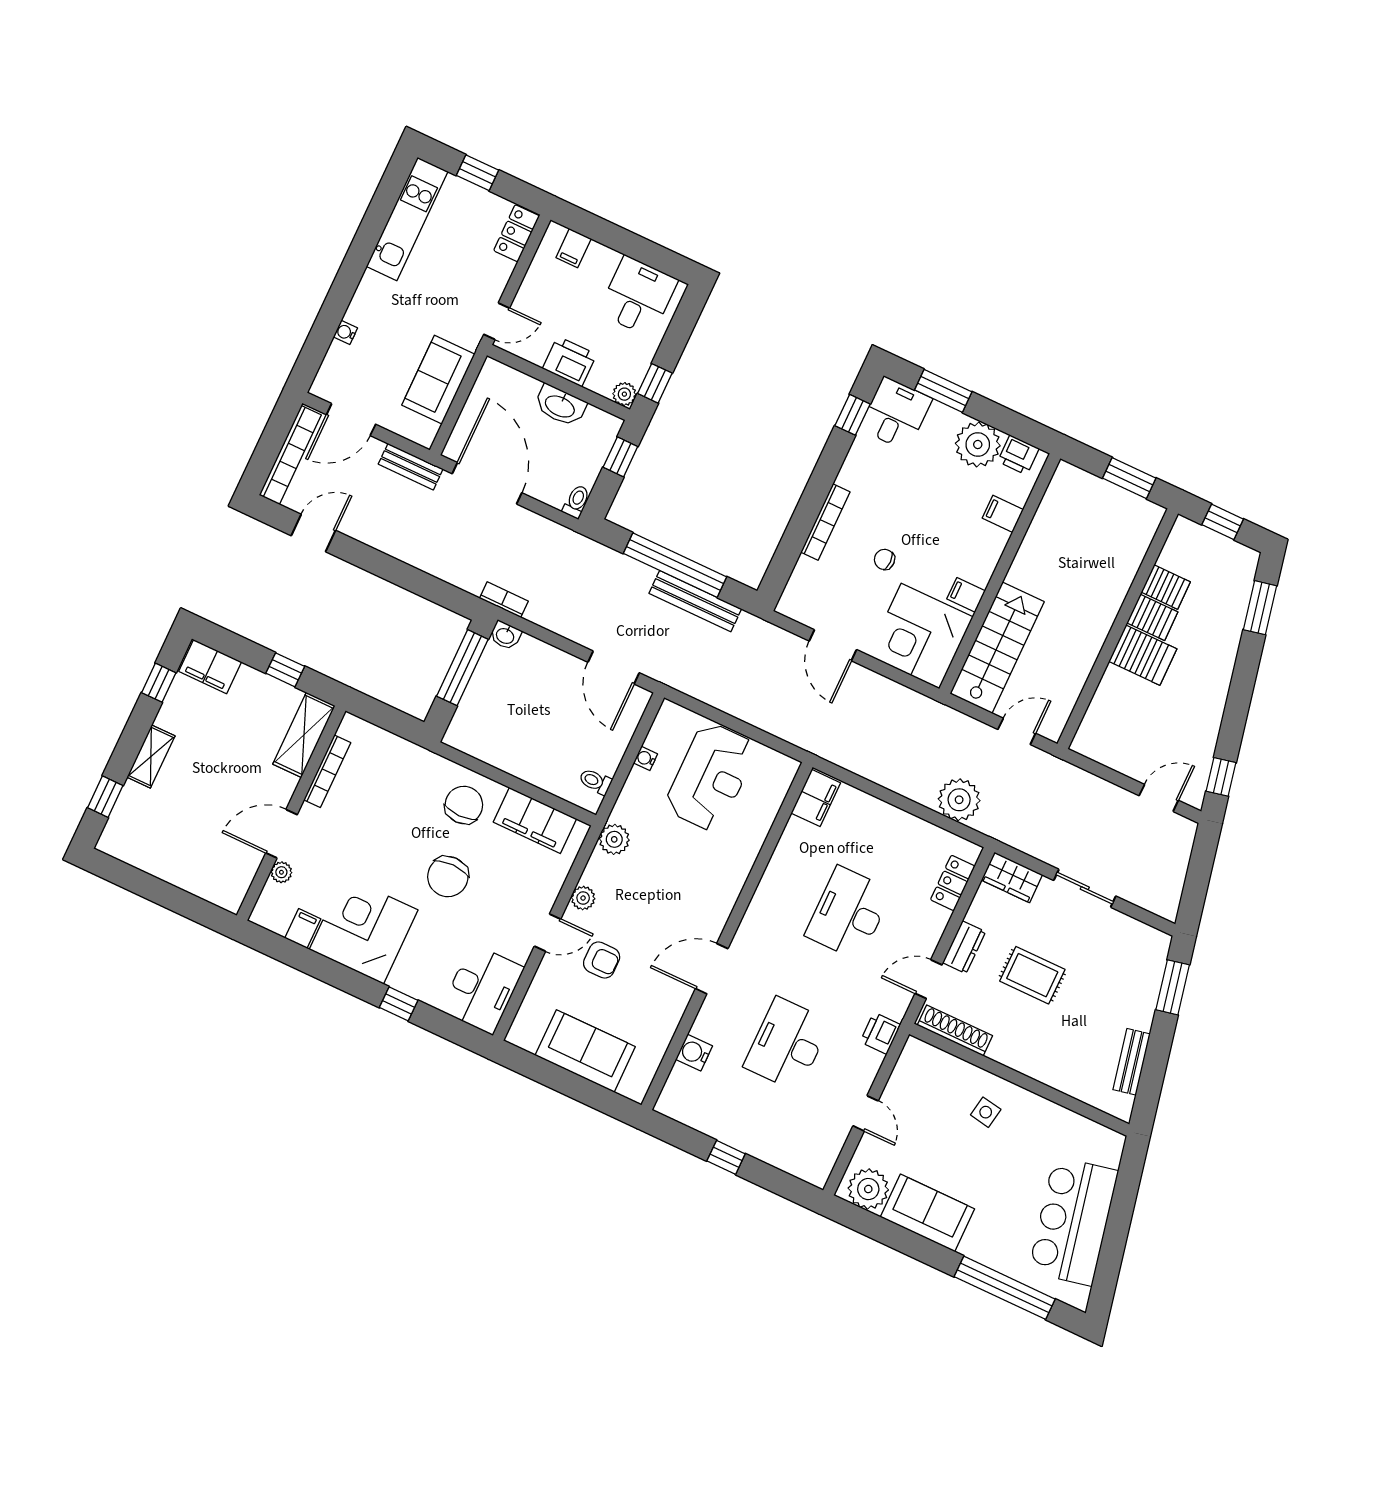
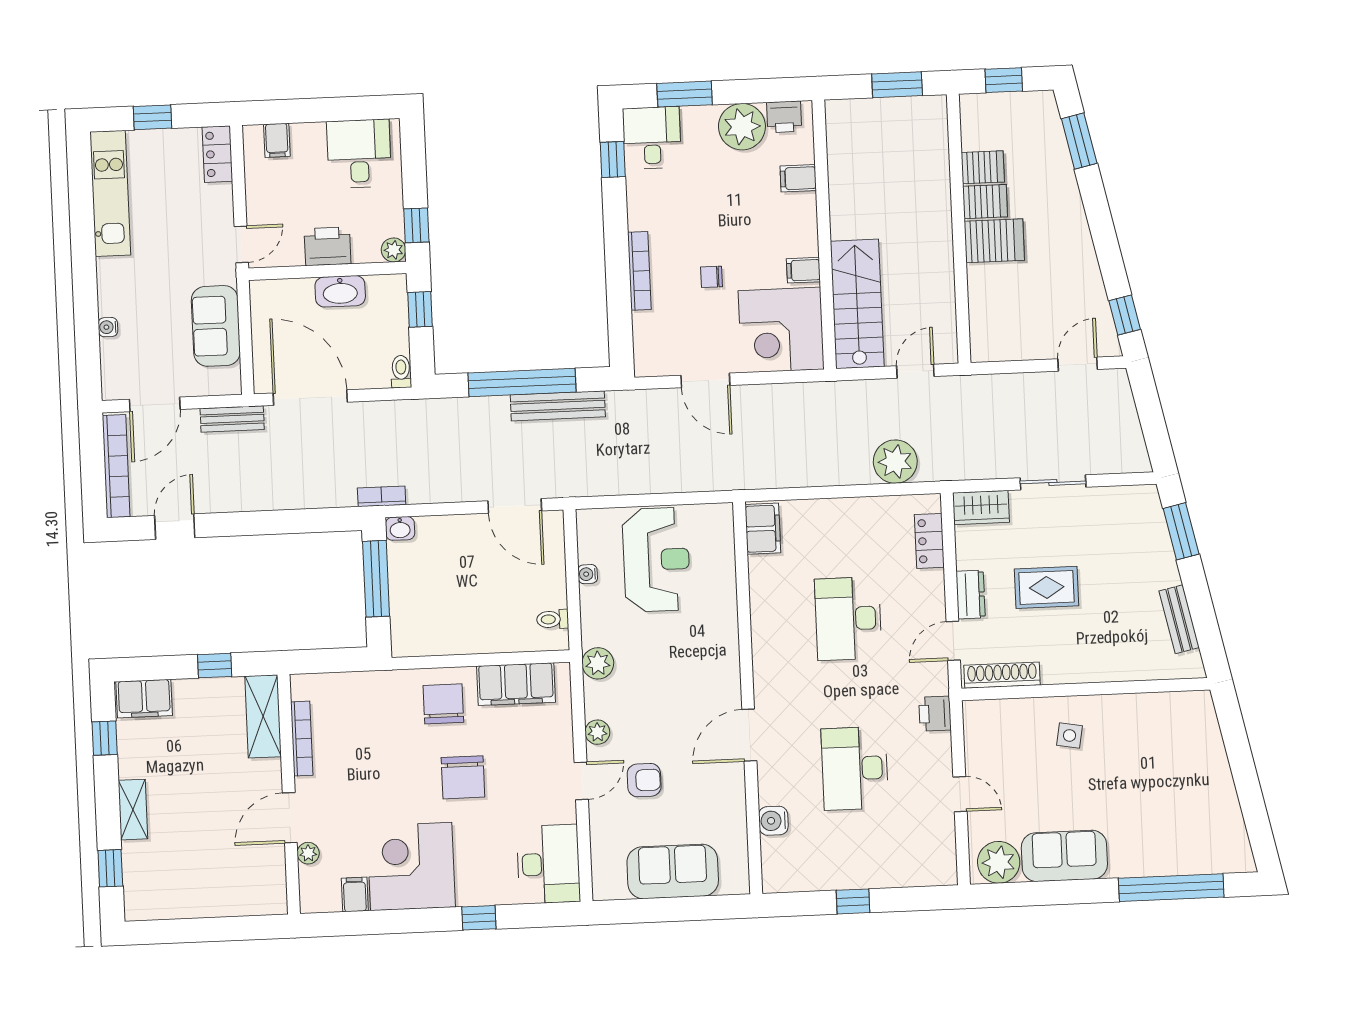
bar counter: (1073, 1221) -> (1202, 794), removed

